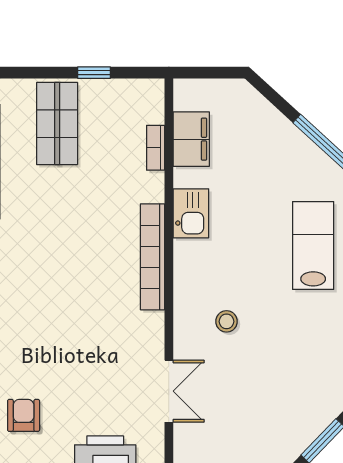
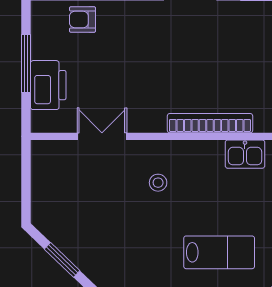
double door: (169, 391) -> (102, 136), swing flipped
armchair: (24, 415) -> (83, 20), turned 180

